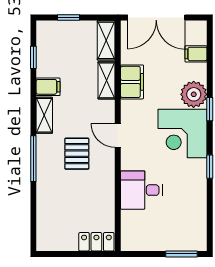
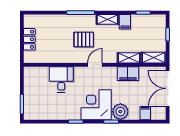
locker: (96, 242) -> (29, 39), moved

